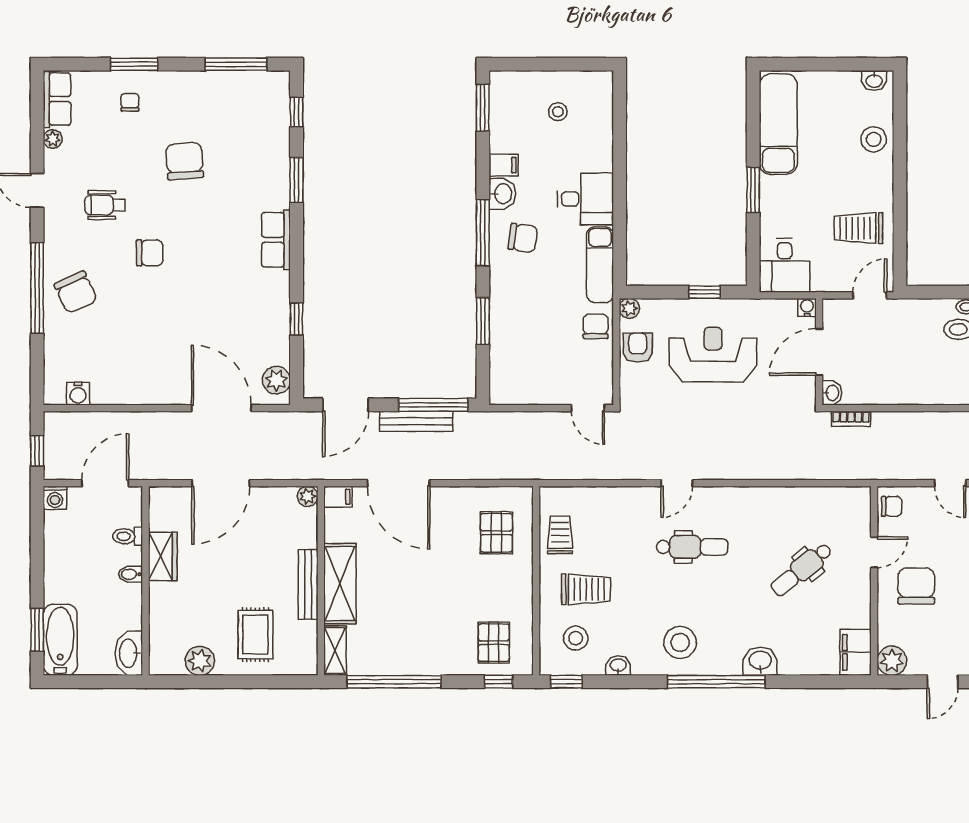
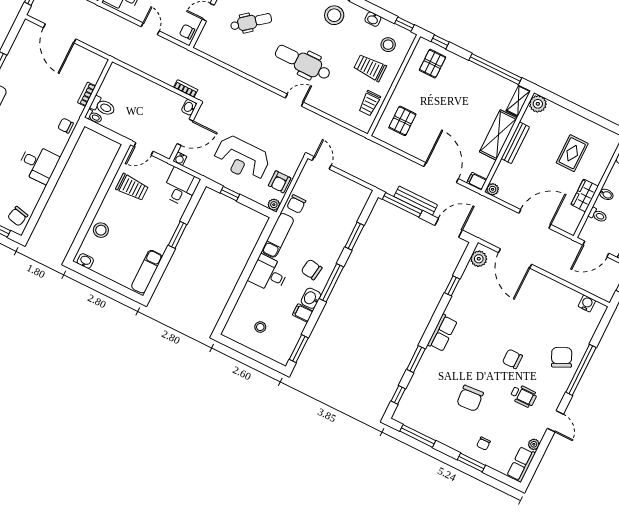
exam couch: (778, 124) -> (147, 272), width x0.73, depth x0.69
dental chair: (692, 547) -> (303, 62), width x1.36, depth x1.38
rug: (255, 635) -> (572, 153), moved
plant: (200, 661) -> (538, 104), moved

